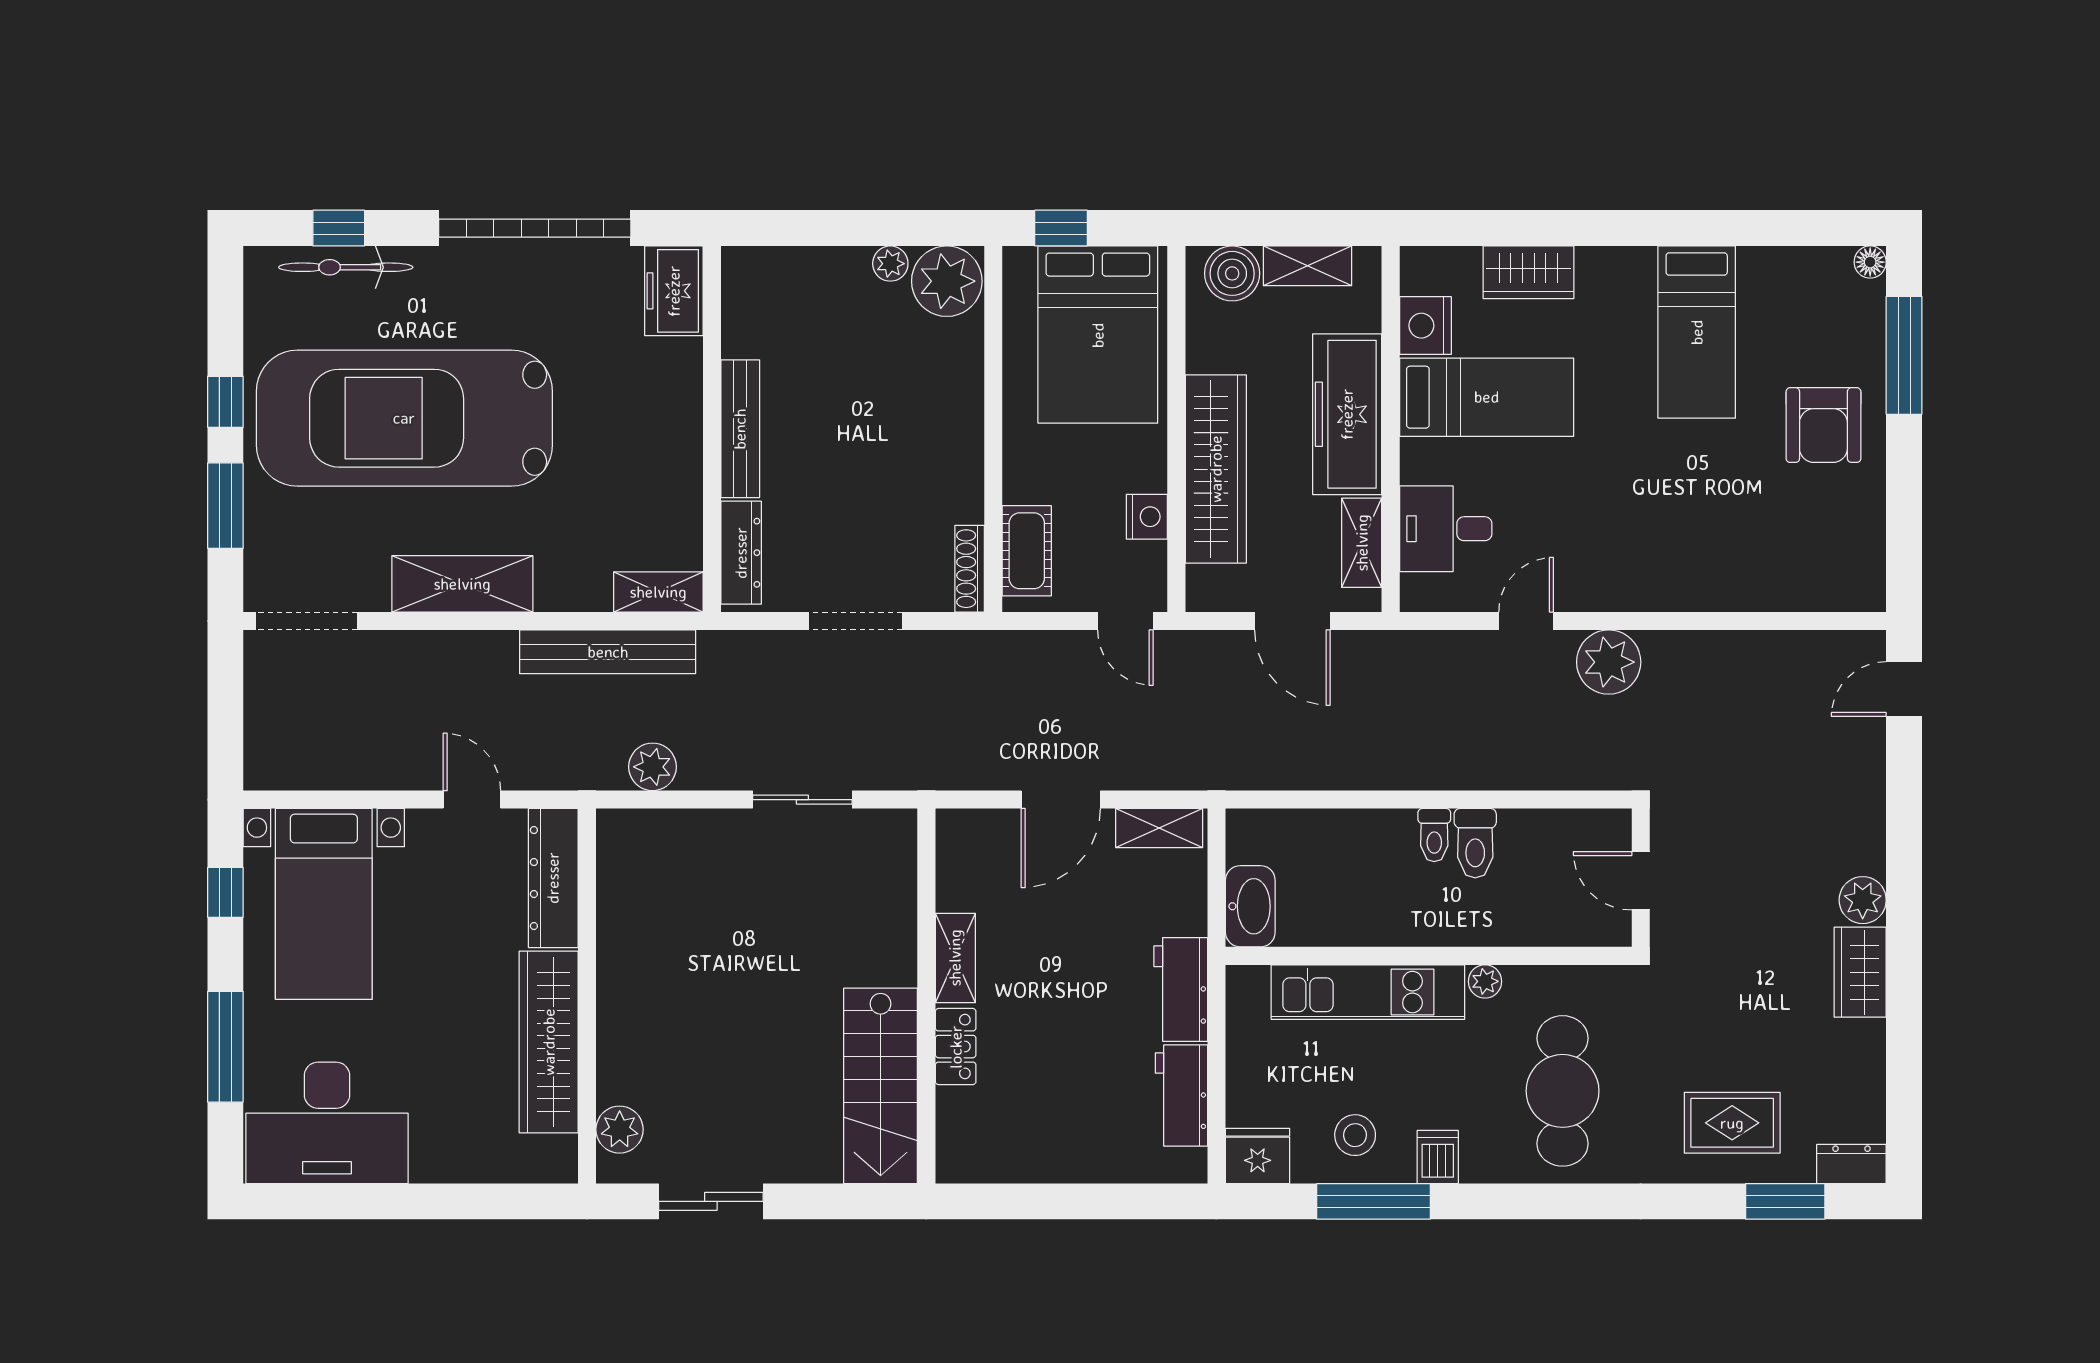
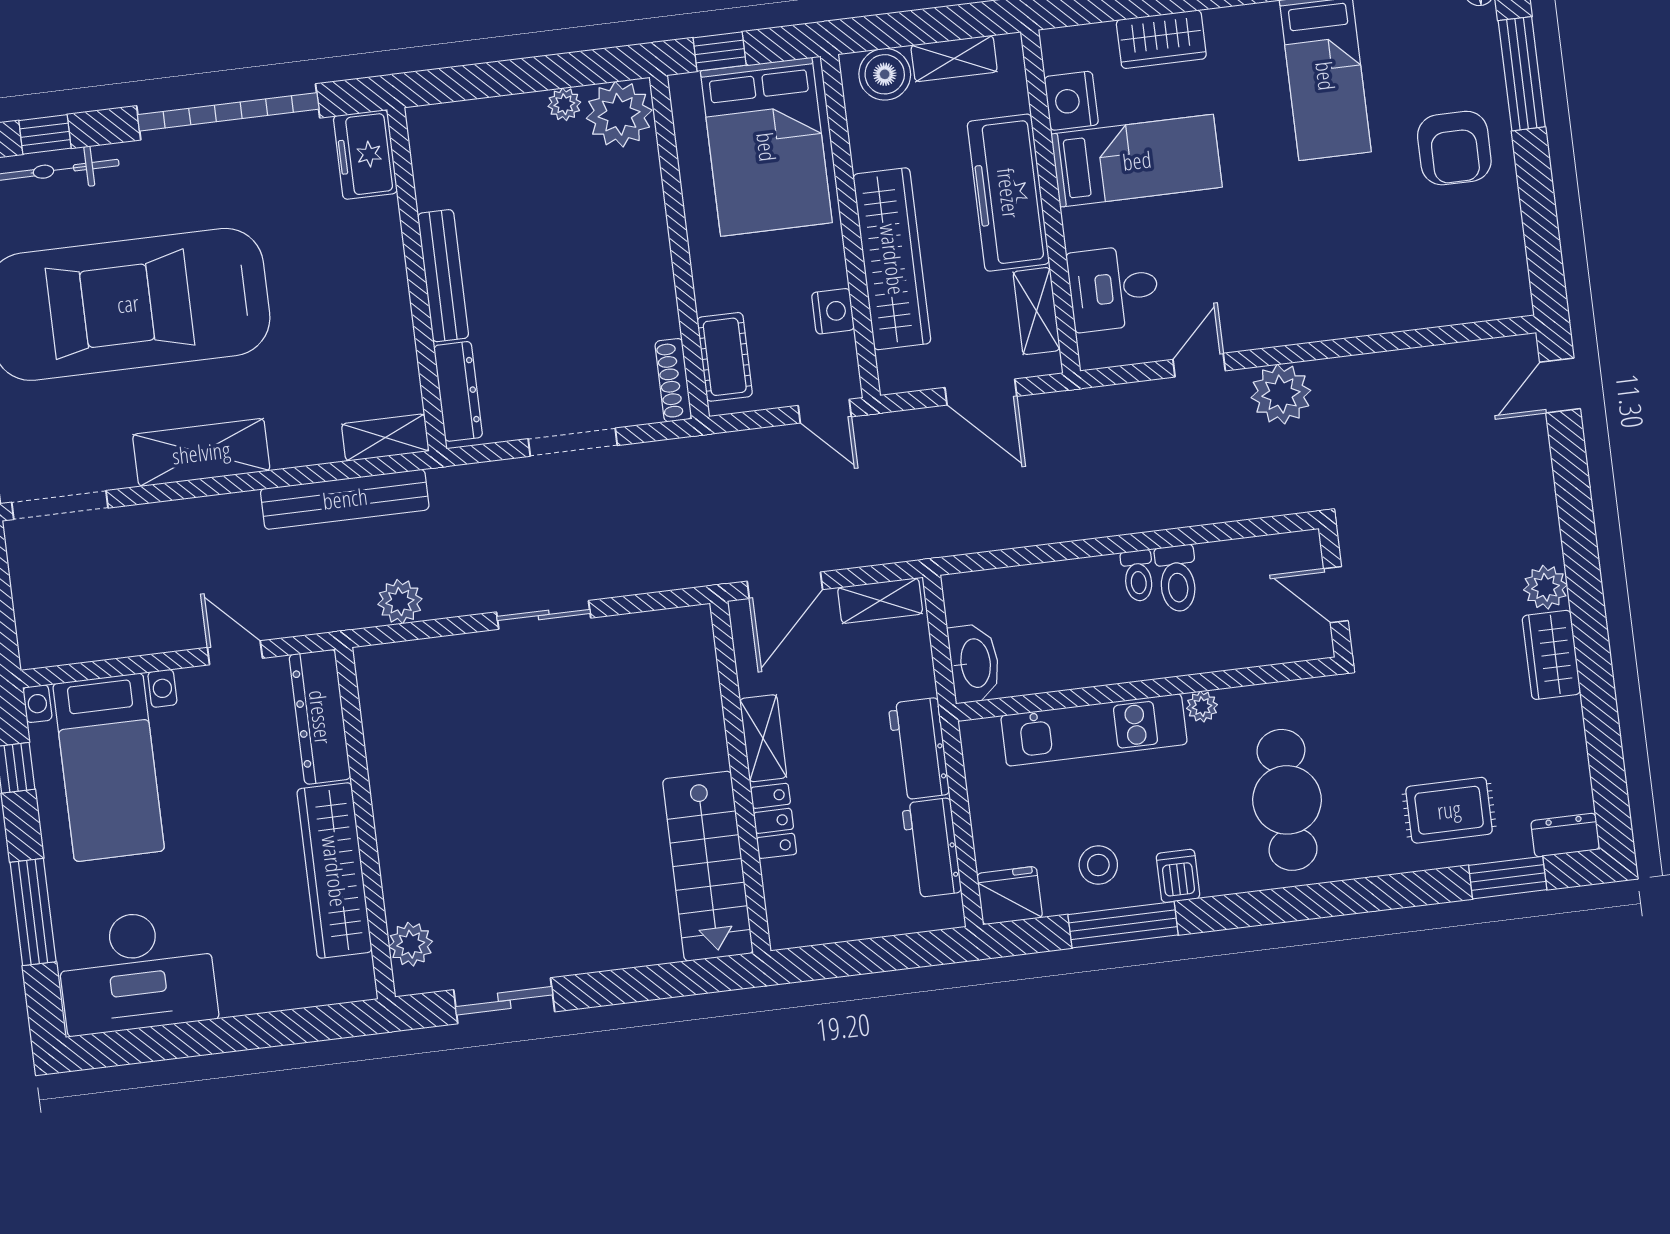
shelving: (955, 958) -> (763, 738), moved
wall: (926, 996) -> (740, 777), moved
locker: (956, 1047) -> (773, 821), moved
stairs: (881, 1086) -> (708, 866), moved

